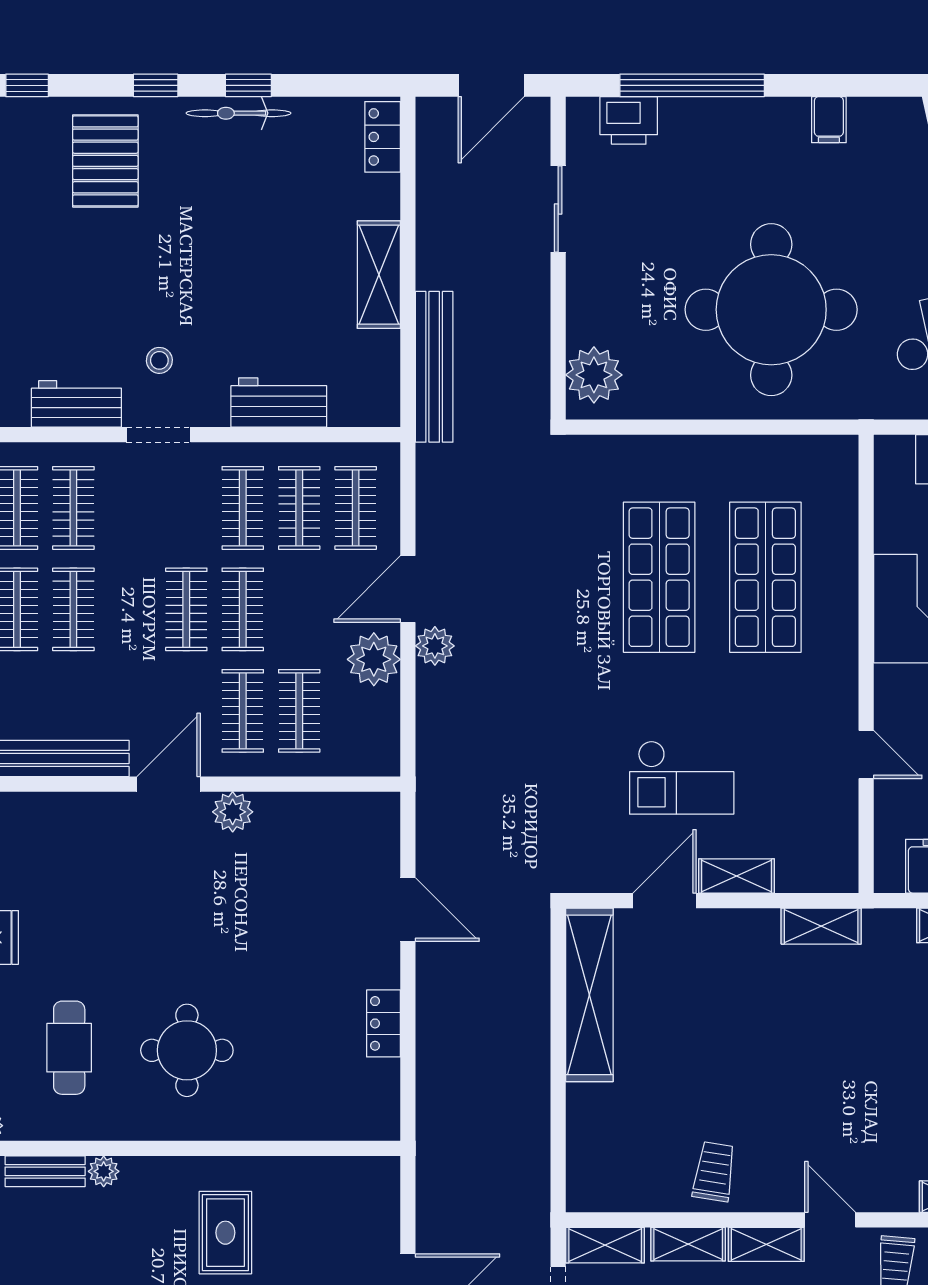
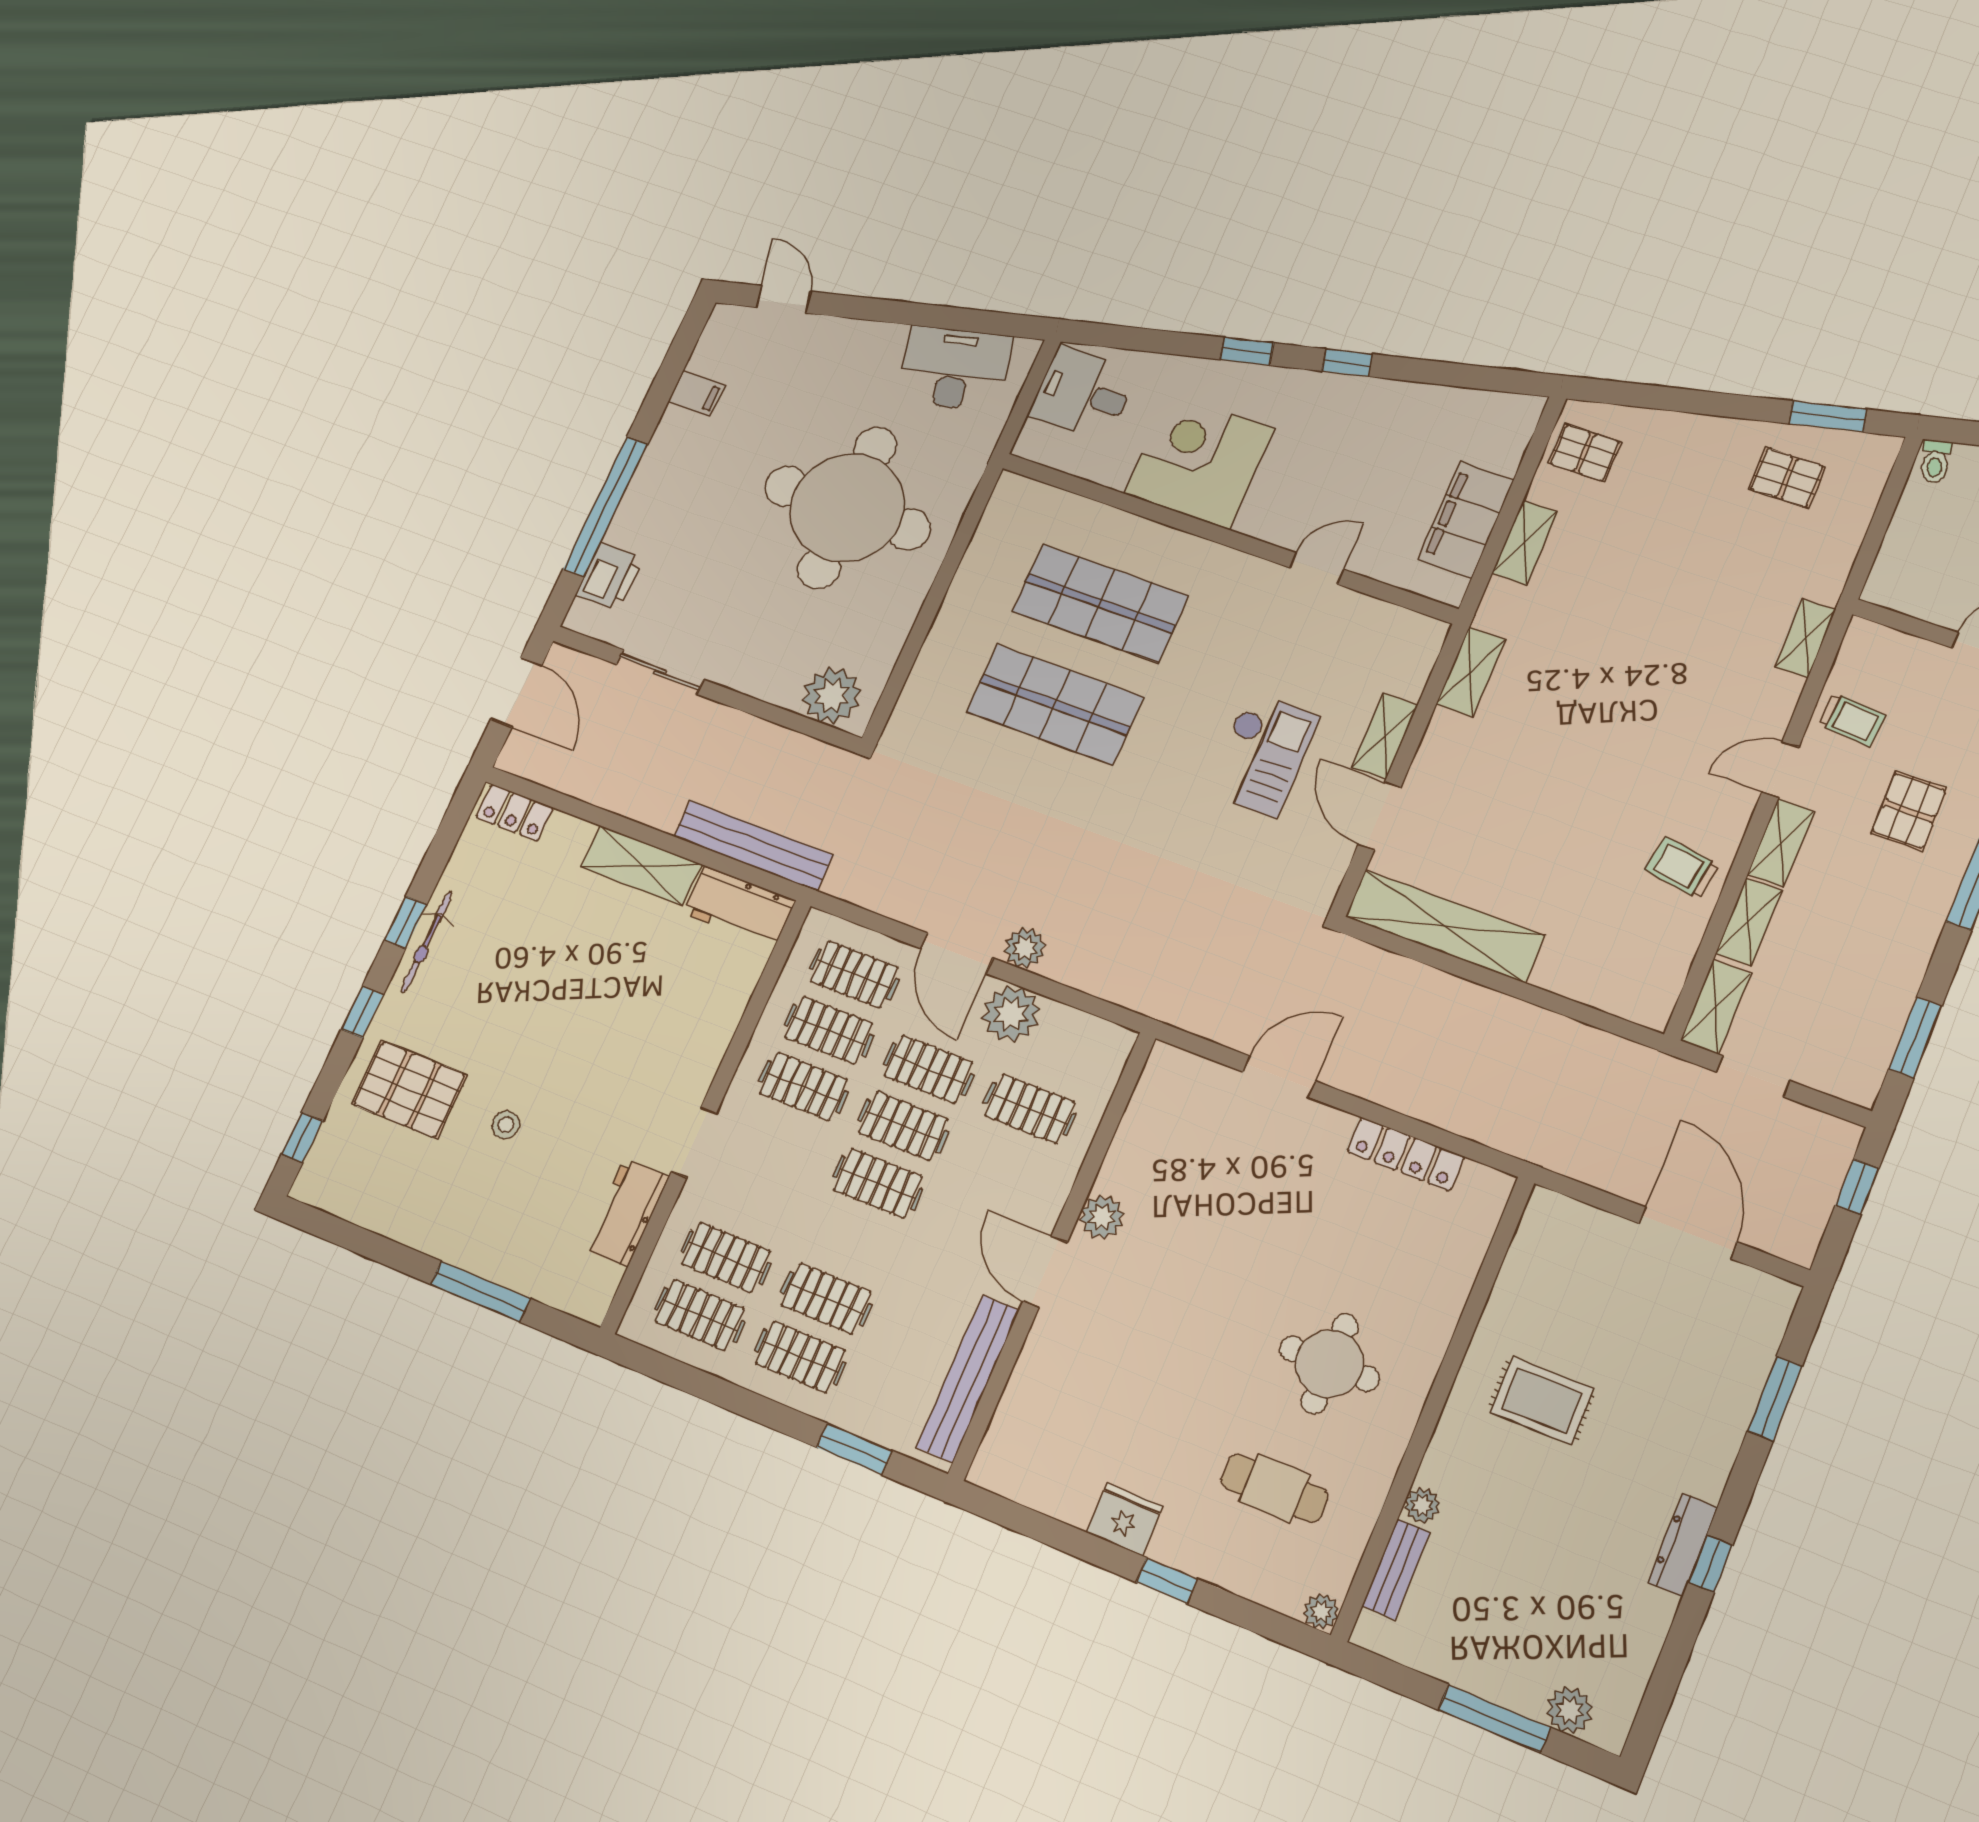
stool: (159, 360) -> (506, 1125), moved
workbench: (279, 402) -> (739, 907), moved, turned -90
clothes rail: (243, 711) -> (928, 1069), moved
locker: (384, 1023) -> (1405, 1154), width x1.53

